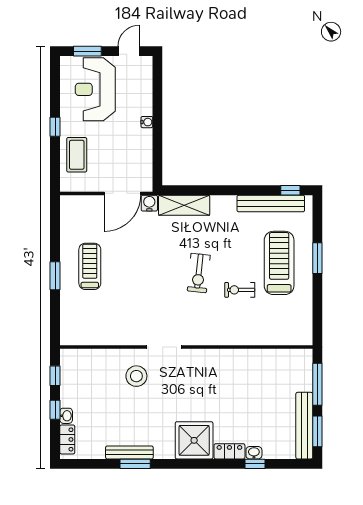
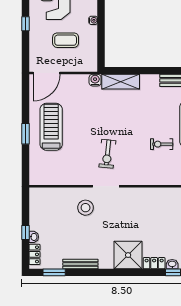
coffee table: (77, 155) -> (66, 40), moved, turned 90
door: (122, 193) -> (46, 73), moved
treadmill: (90, 266) -> (51, 127), width x1.37, depth x1.38
exercise bike: (199, 273) -> (107, 154), moved
window: (55, 376) -> (26, 207), removed
window: (135, 464) -> (54, 272), moved

